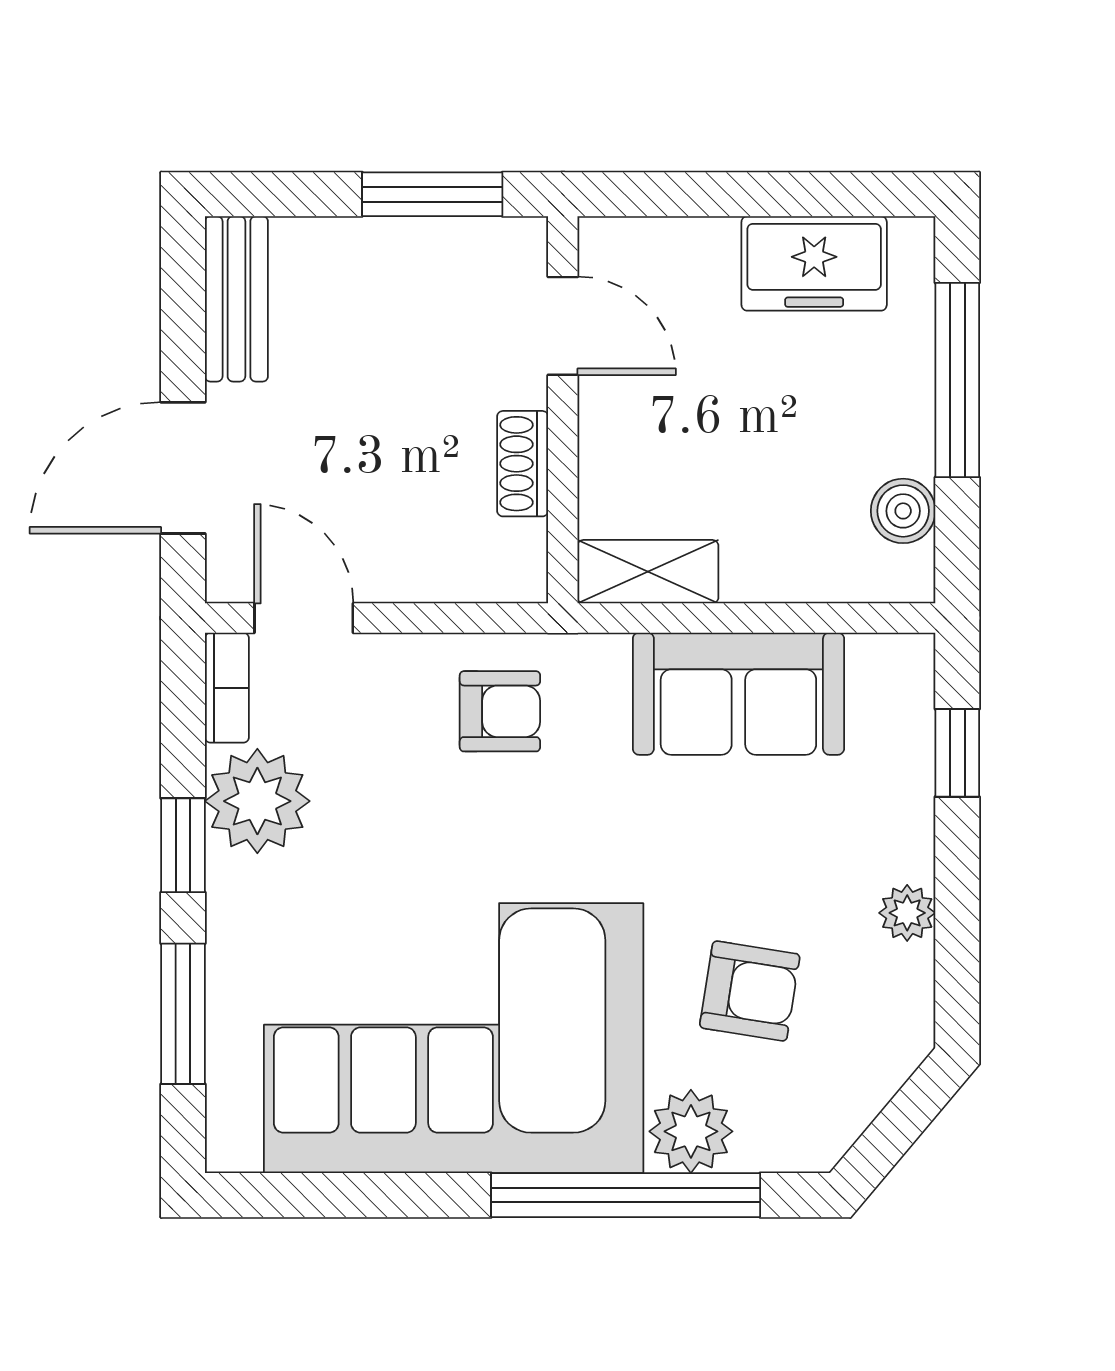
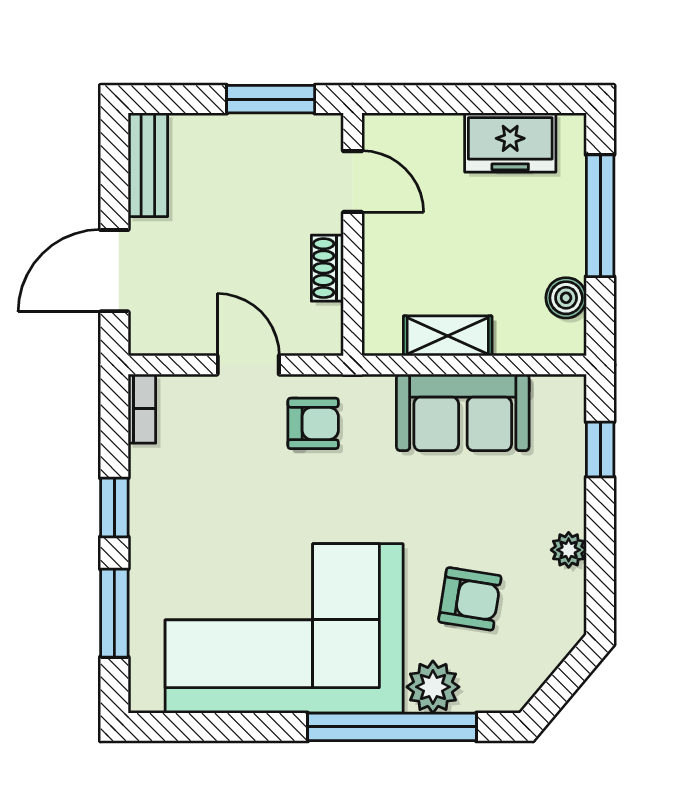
shelving: (648, 572) -> (448, 336), moved
door: (304, 618) -> (248, 365), moved
plant: (257, 801) -> (161, 480), removed

